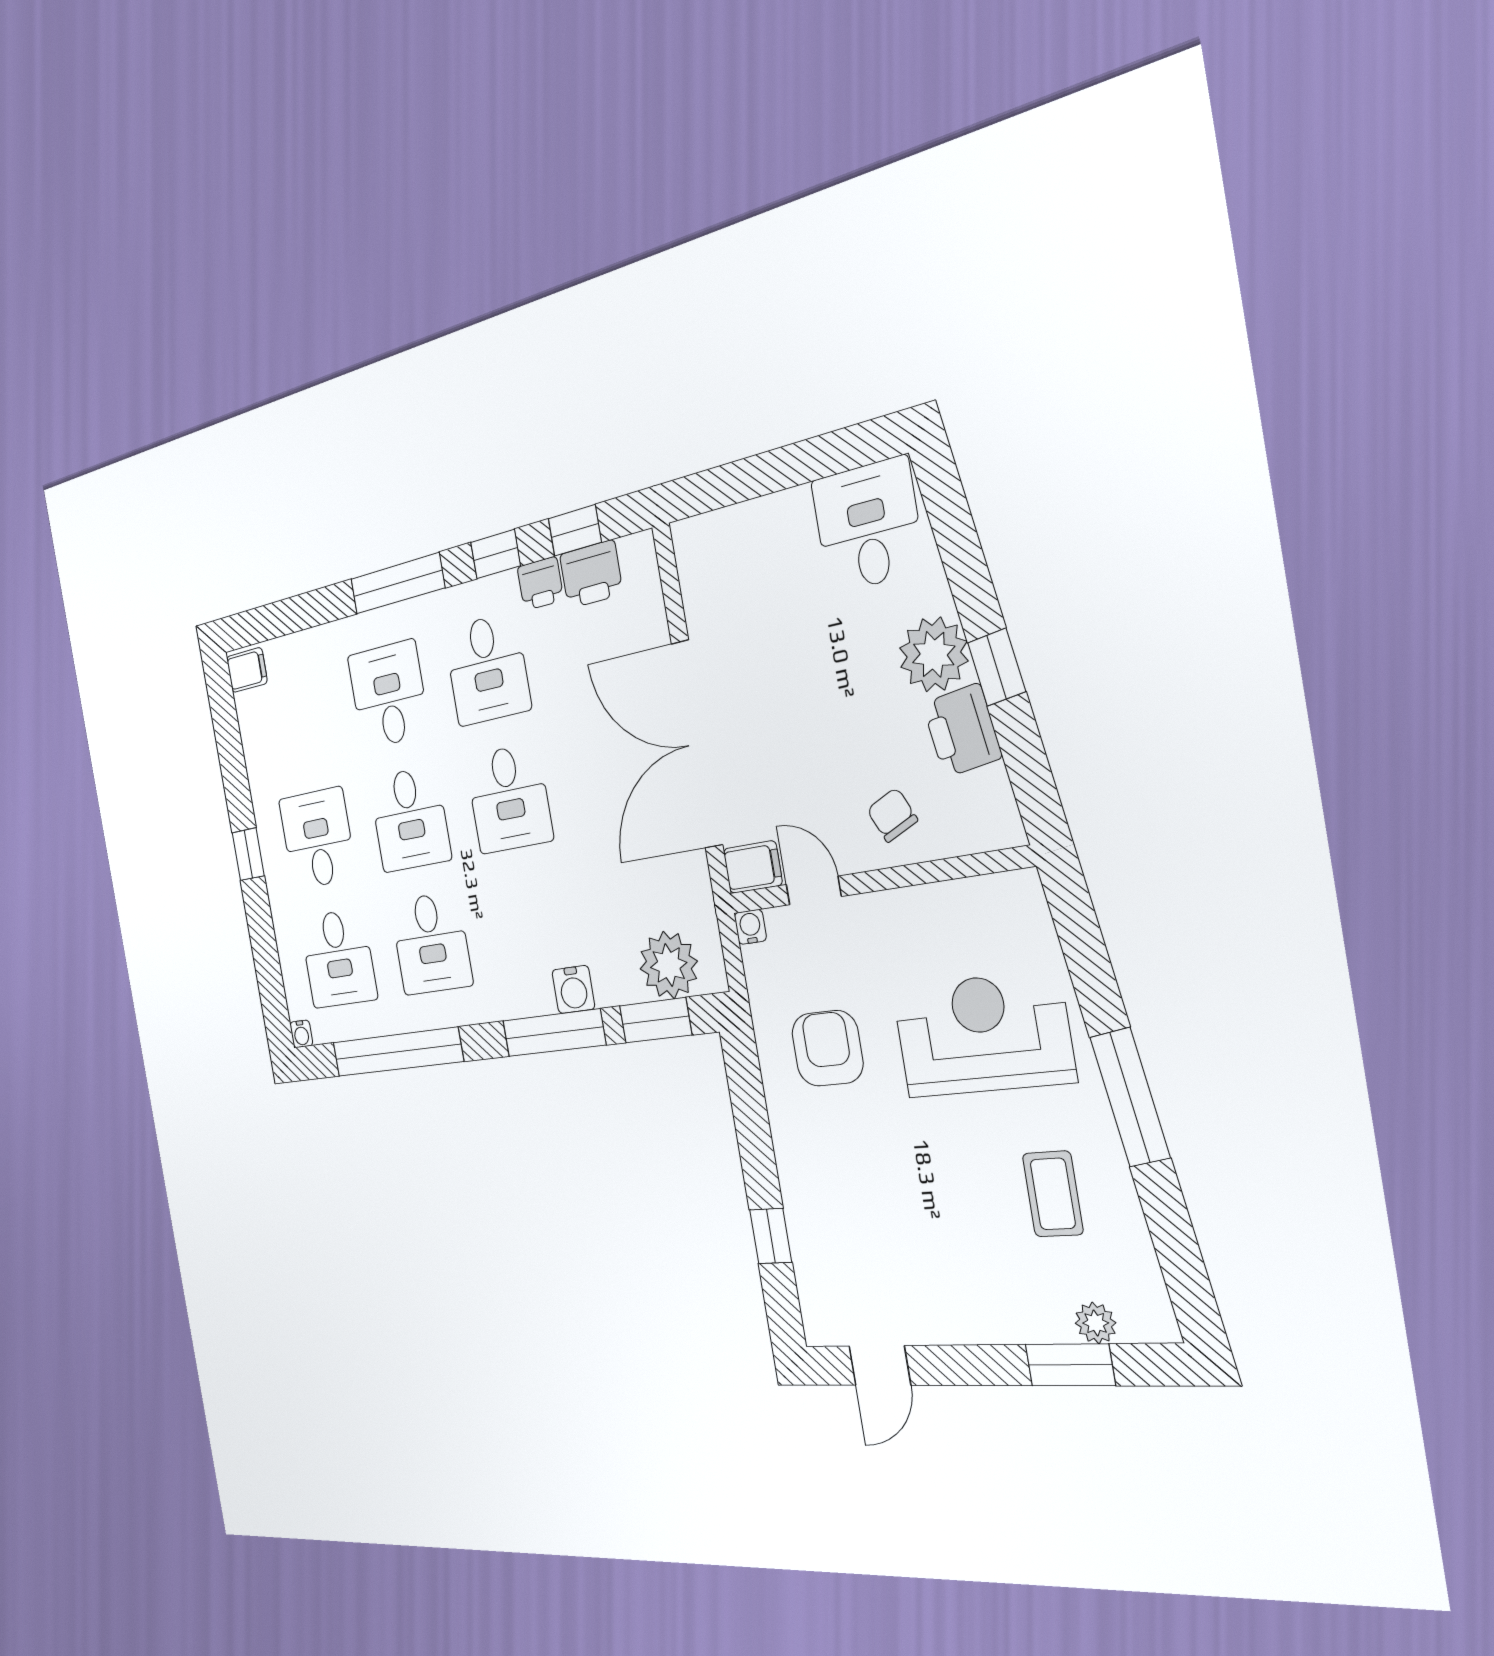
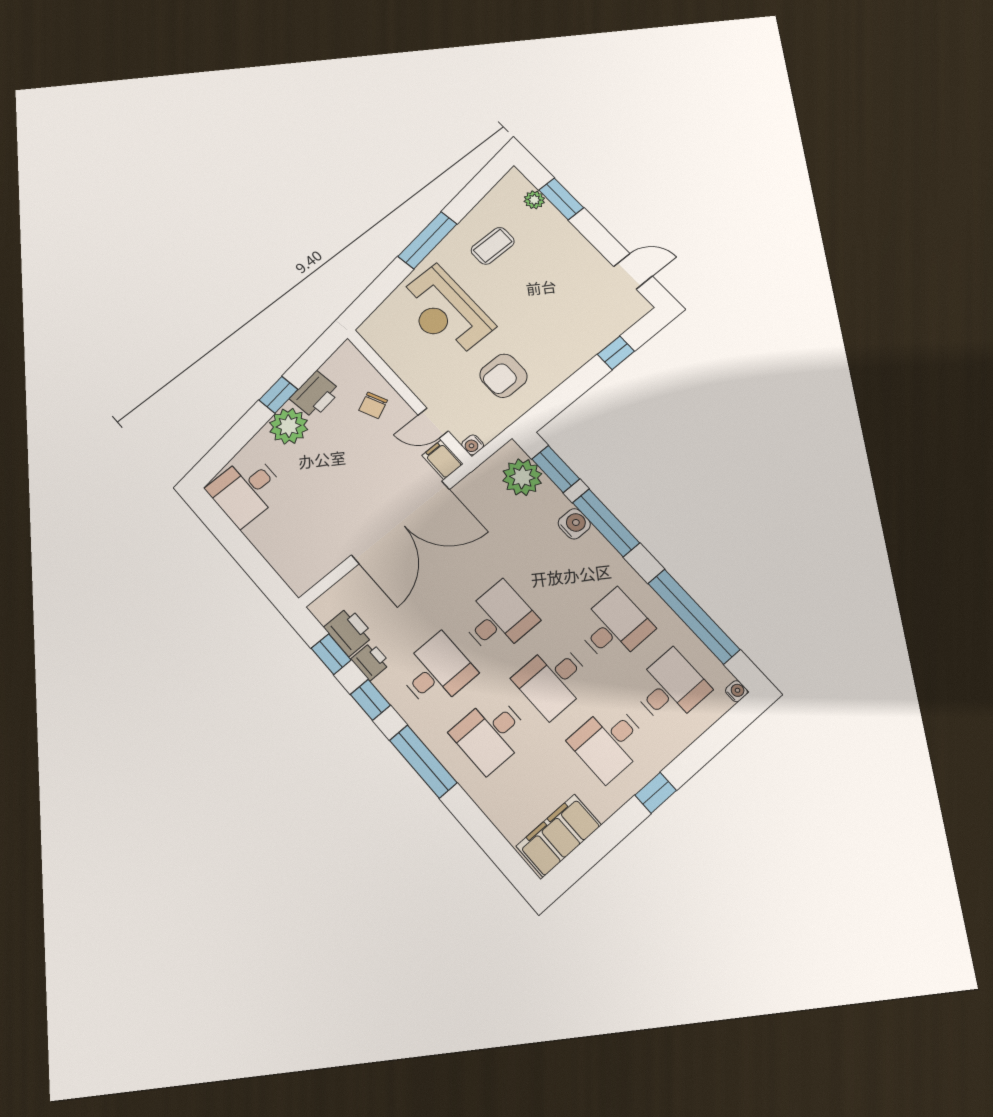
filing cabinet: (247, 670) -> (559, 836), width x3.00, depth x1.17
desk: (410, 819) -> (553, 680), turned 180
door: (814, 890) -> (433, 423), hinge flipped

